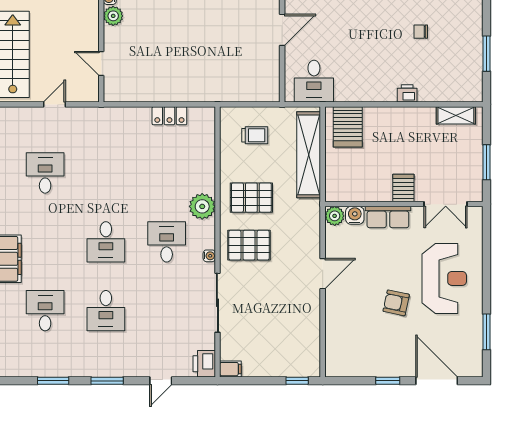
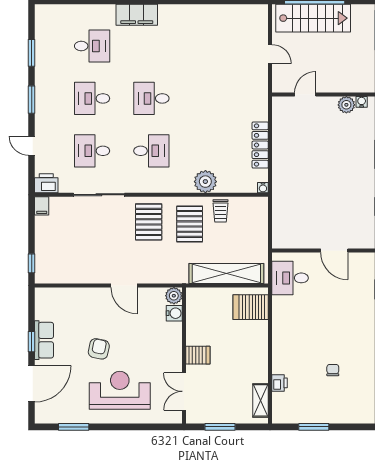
printer: (407, 93) -> (280, 383), moved
locker: (169, 116) -> (260, 145), width x1.53
trolley: (255, 135) -> (221, 211), moved
desk: (45, 173) -> (92, 151), moved, turned 180
plant: (202, 206) -> (205, 182), moved
row of seats: (388, 217) -> (44, 340), moved, turned 180
water cooler: (209, 256) -> (263, 188), moved
reception desk: (444, 278) -> (120, 390), turned 180

